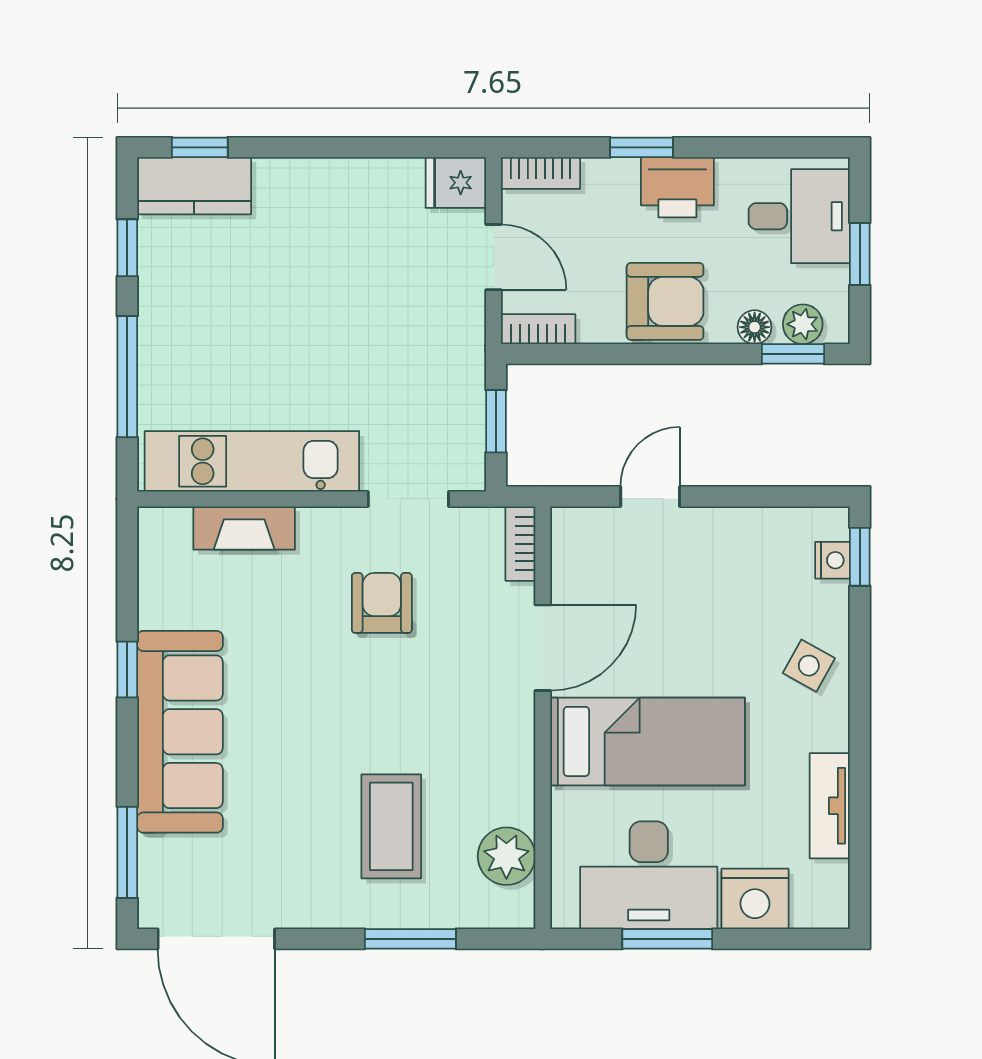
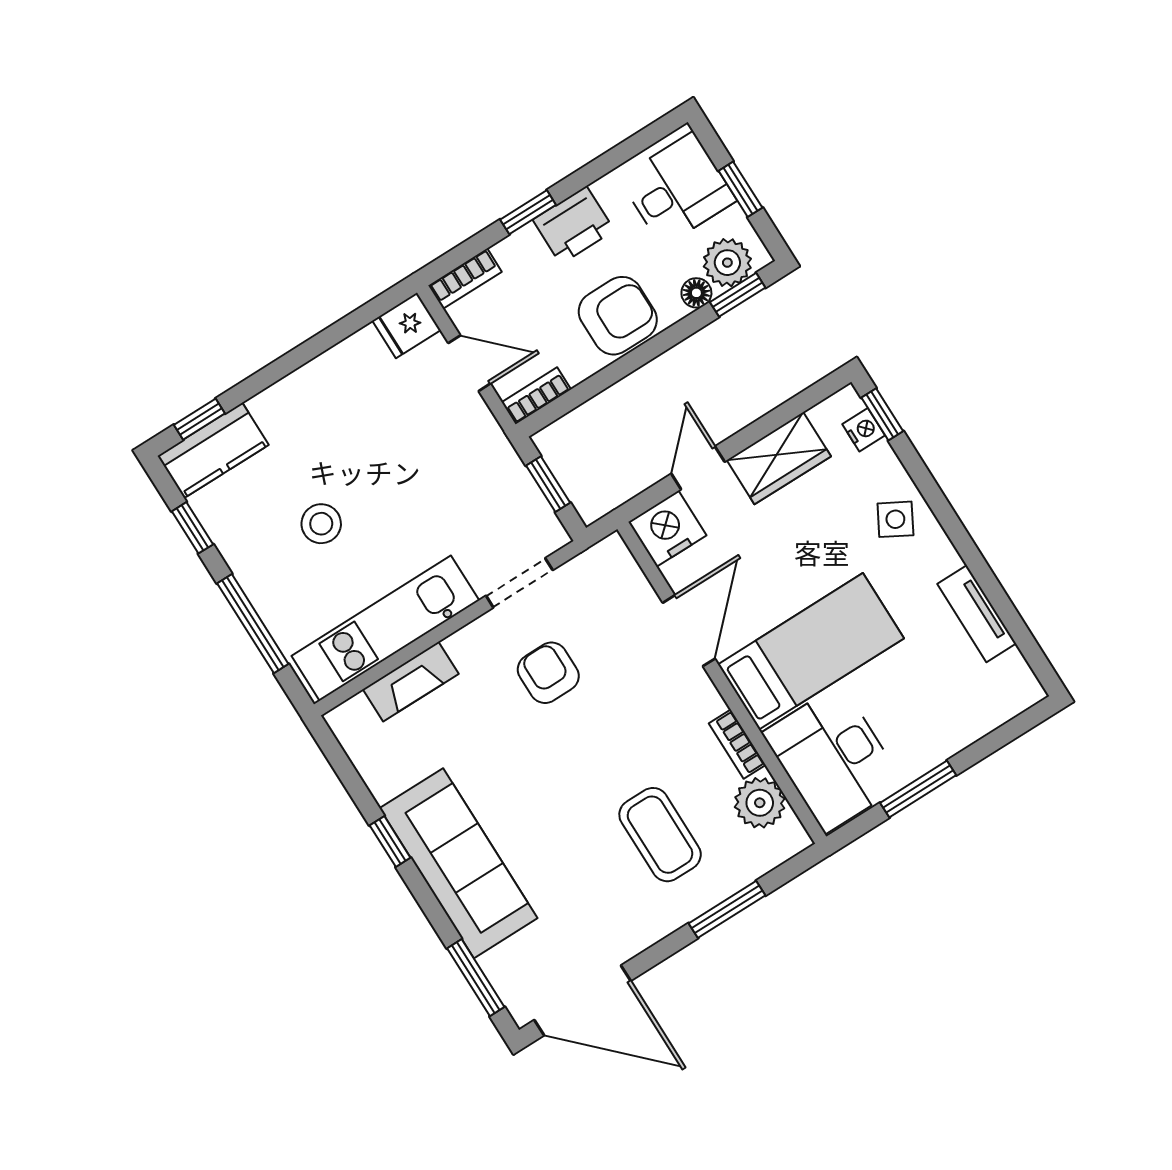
stool: (254, 322) -> (321, 524), added
plant: (803, 324) -> (727, 263), width x1.38, depth x1.38
wardrobe: (734, 536) -> (779, 458), added
bookcase: (520, 544) -> (737, 744), moved
desk: (649, 875) -> (833, 758), moved, turned 90
nightstand: (755, 899) -> (667, 529), moved, turned 180

